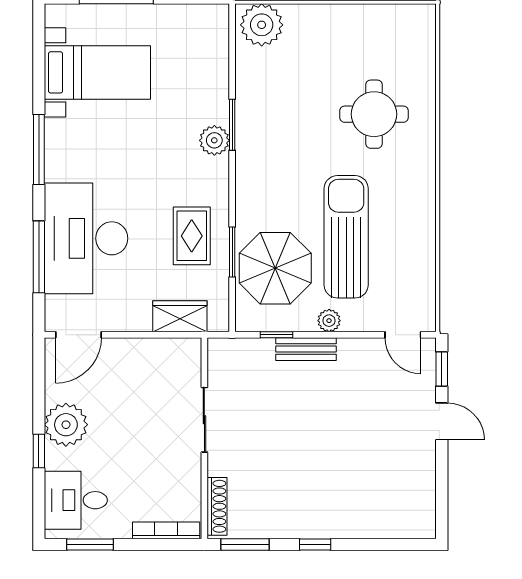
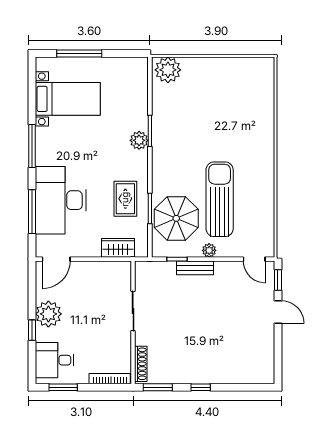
round table: (374, 114) -> (237, 124), removed

